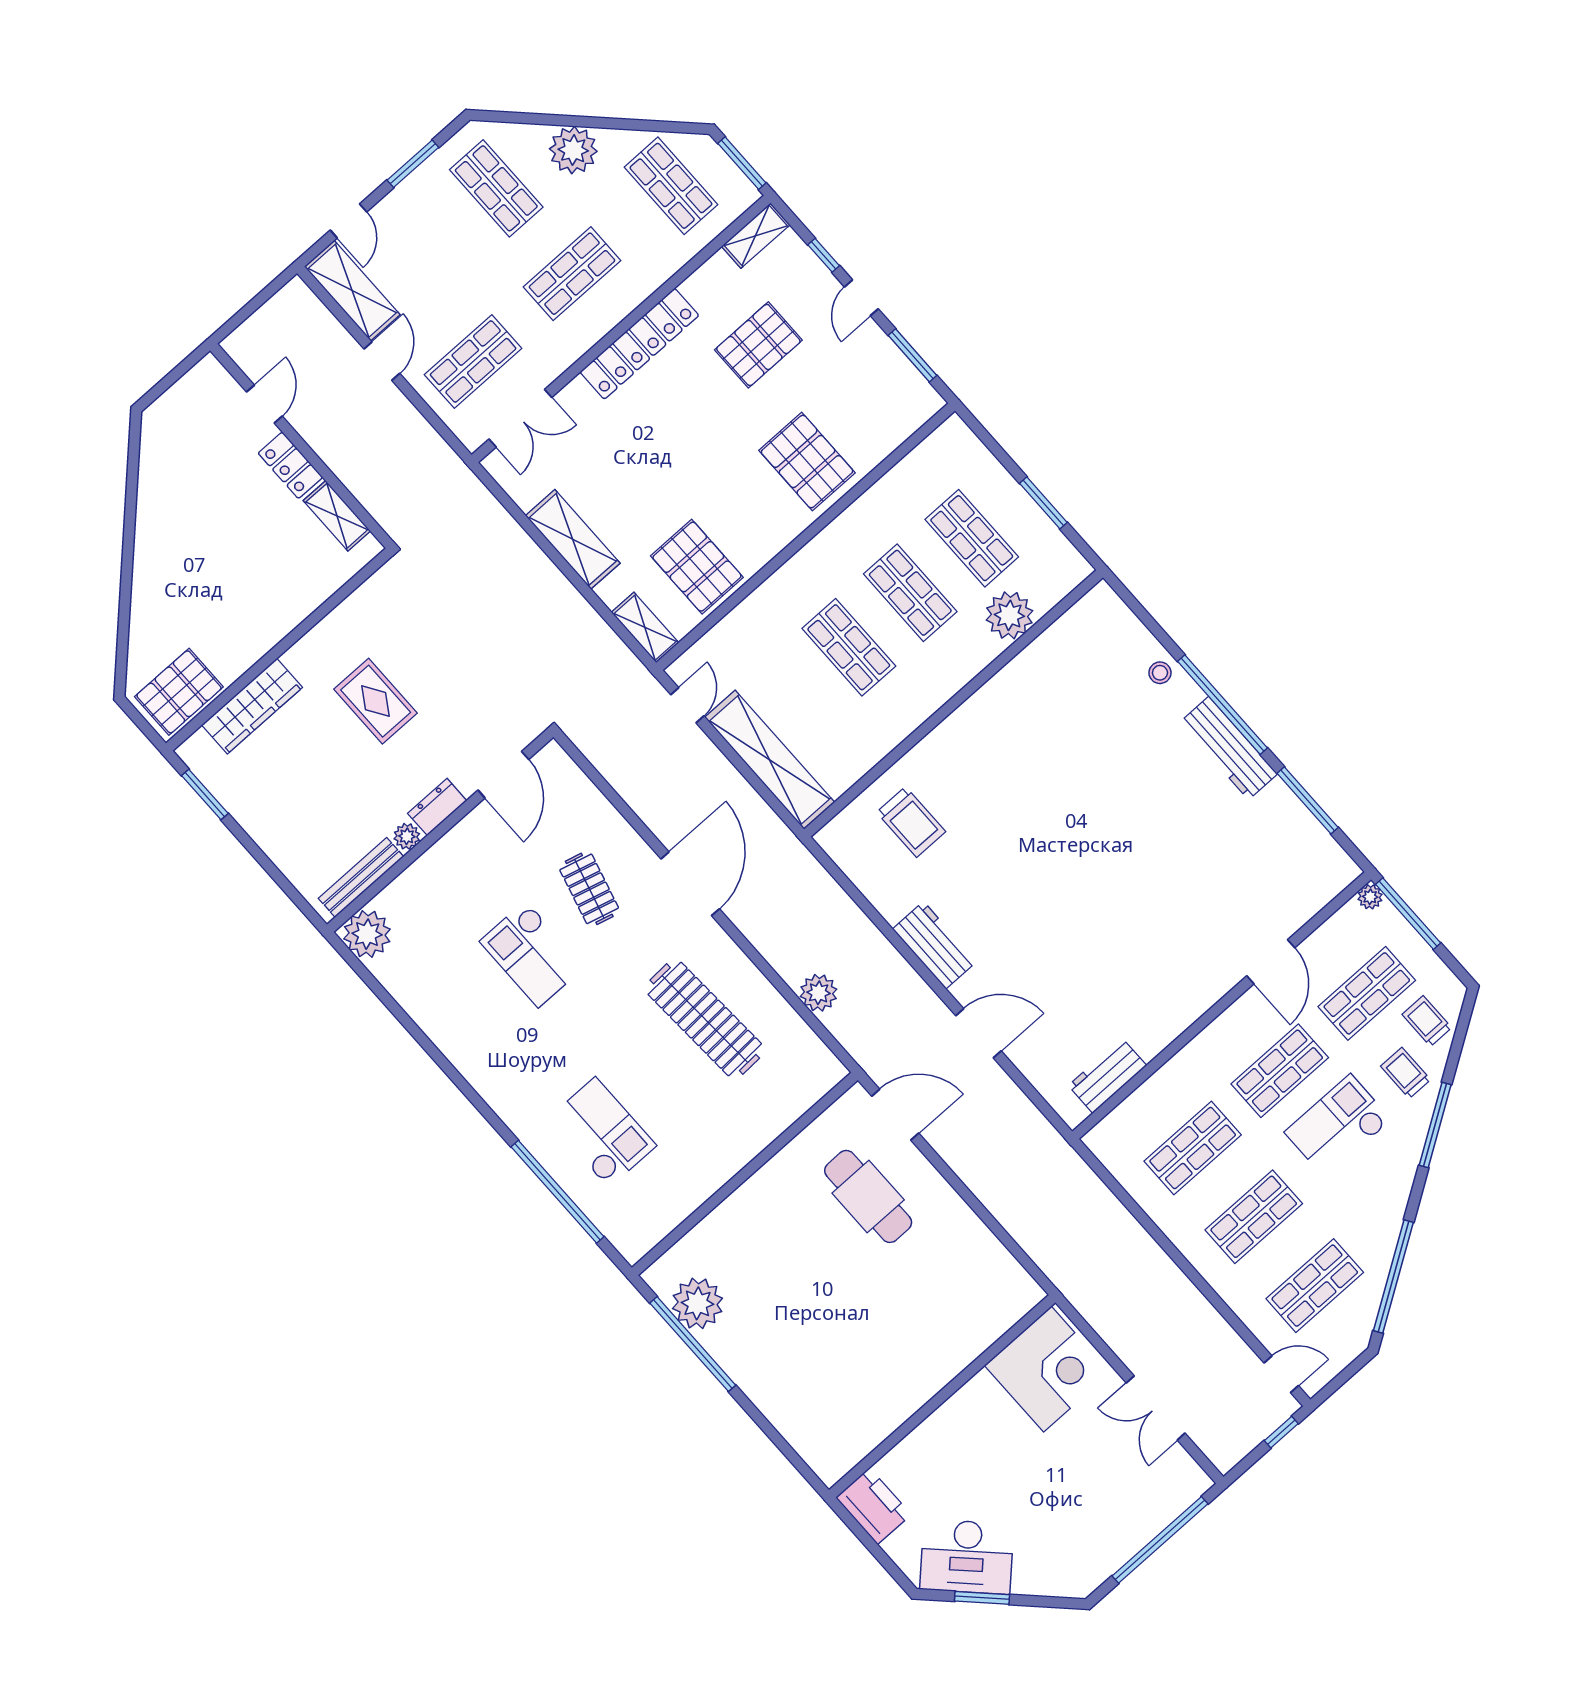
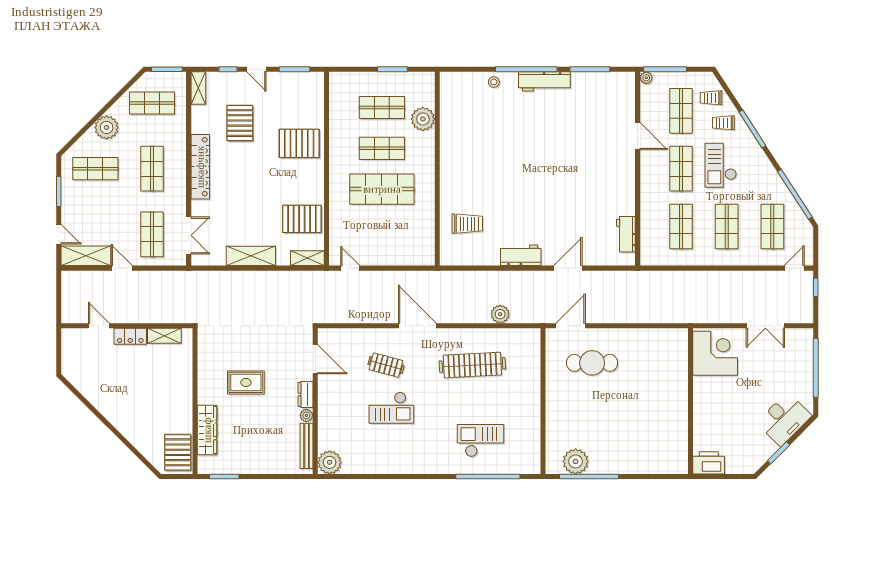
shop shelf: (849, 647) -> (382, 189), width x1.43, depth x1.36
shelving: (770, 760) -> (398, 256), removed
desk: (967, 1557) -> (784, 419), moved

